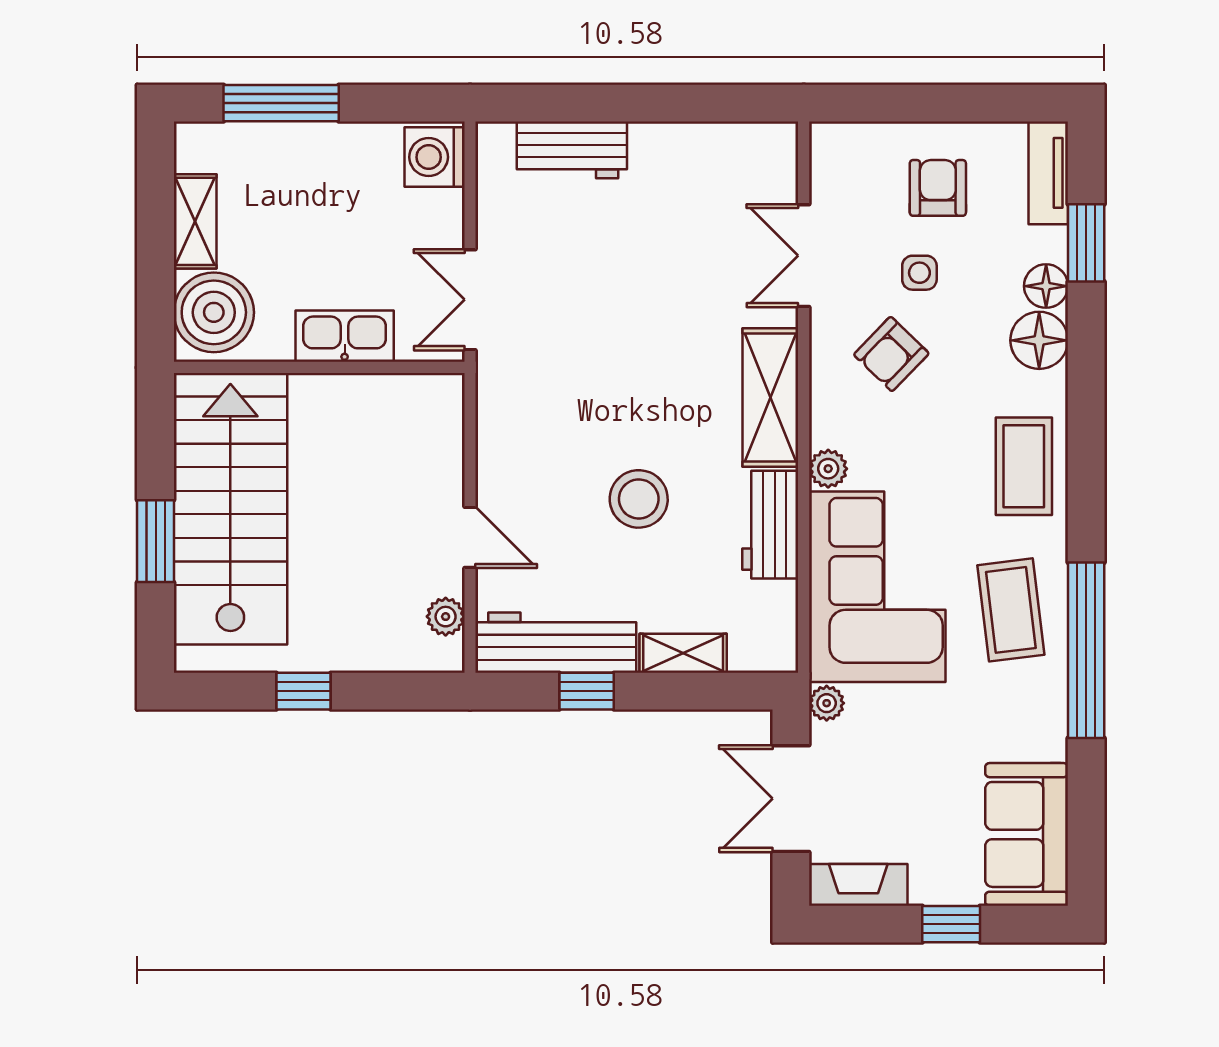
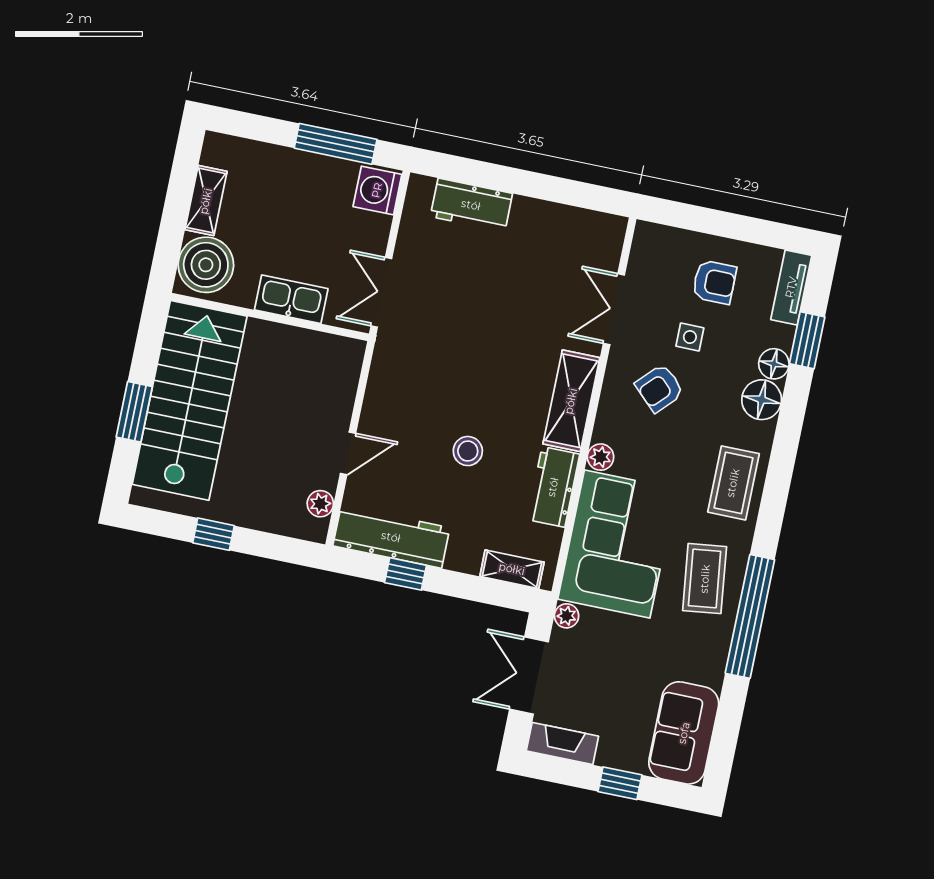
window: (281, 103) -> (336, 144), moved
armchair: (938, 188) -> (714, 282), turned 90
stool: (639, 499) -> (468, 451), width x0.73, depth x0.73
door: (470, 537) -> (348, 453), hinge flipped
shelving: (683, 653) -> (512, 569), moved

